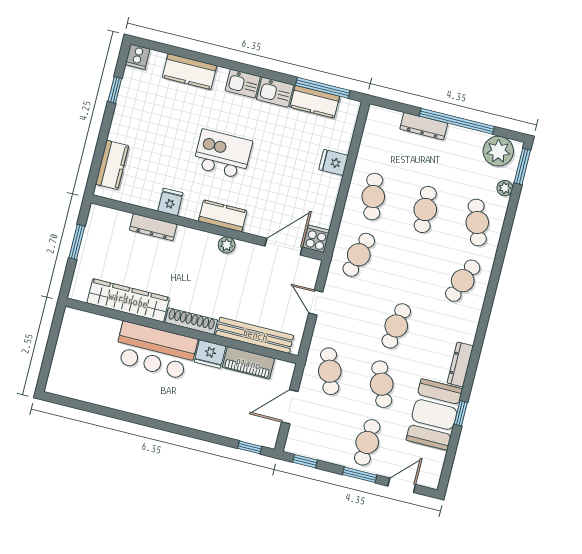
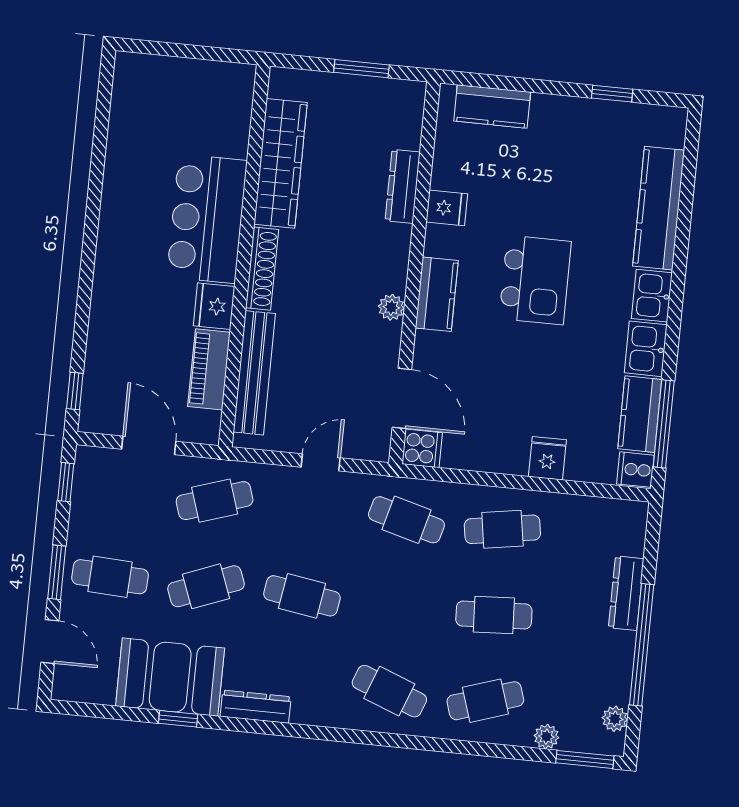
cooker: (138, 57) -> (635, 470), moved
kitchen counter: (190, 72) -> (659, 208), width x1.50
plant: (498, 151) -> (615, 719), width x0.53, depth x0.53

